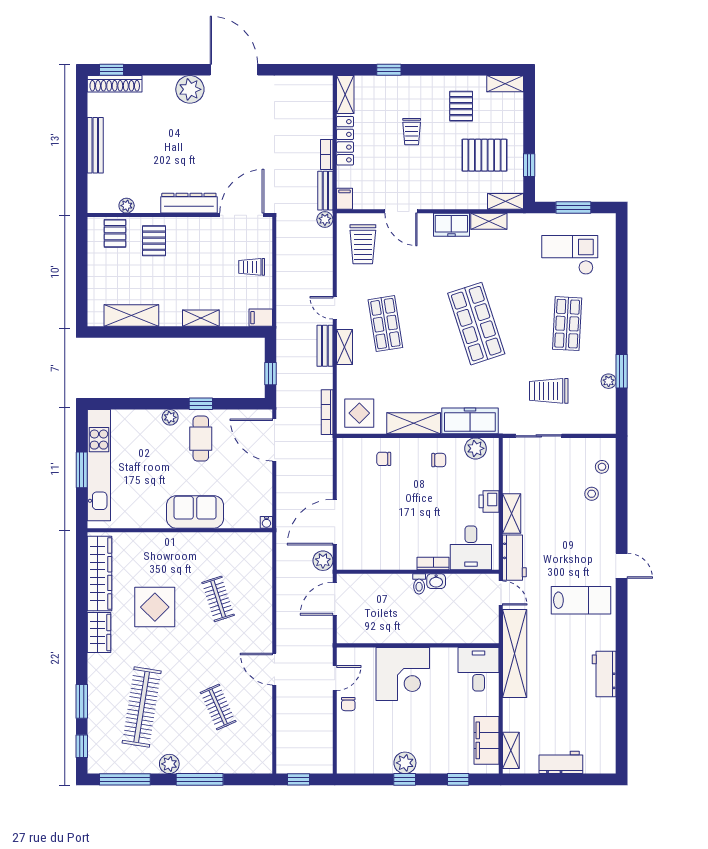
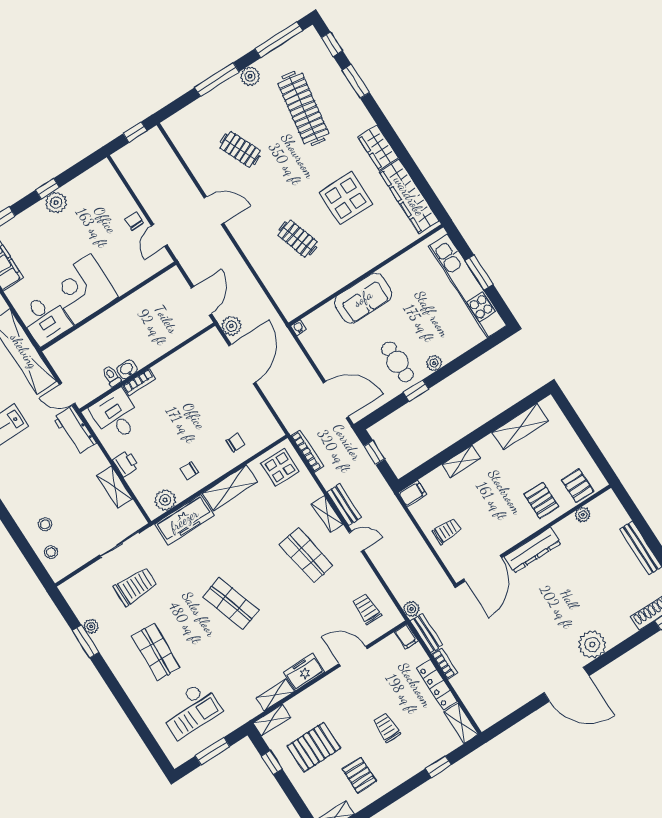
trolley: (363, 244) -> (367, 609), width x0.73, depth x0.72
shop shelf: (476, 324) -> (231, 604), width x0.70, depth x0.74
shelving: (512, 514) -> (115, 487), moved
toilet: (419, 584) -> (112, 376), moved
corner desk: (403, 674) -> (83, 289), moved

